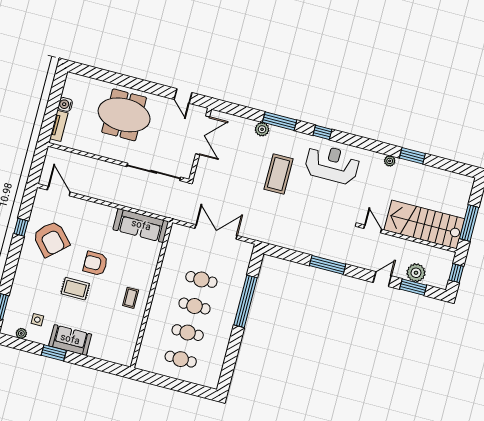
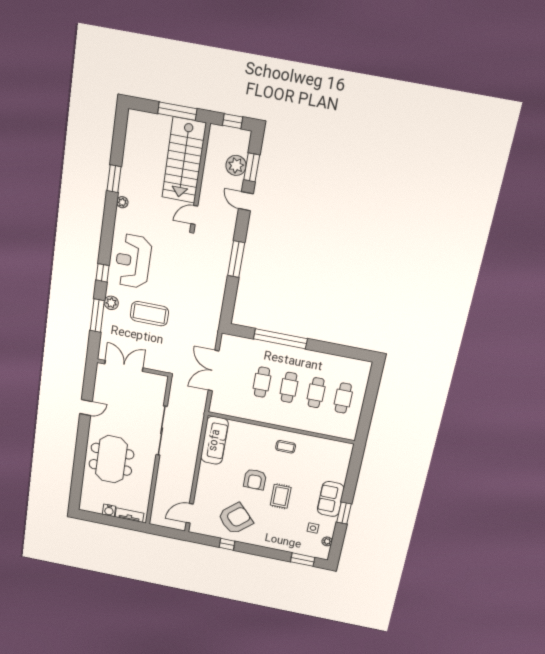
plant: (262, 129) -> (111, 303), moved
double door: (203, 135) -> (124, 366), moved
wall: (200, 144) -> (133, 368), moved

